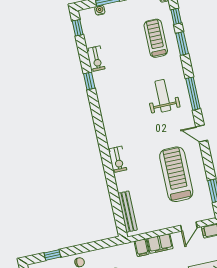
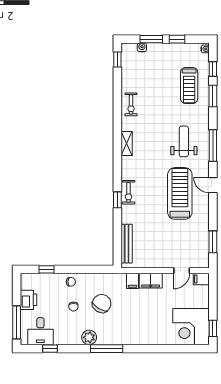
treadmill: (156, 38) -> (189, 85), turned 180
exercise bike: (97, 59) -> (131, 104), moved
window: (89, 81) -> (117, 200), moved
shelving: (105, 111) -> (127, 144), added
treadmill: (176, 174) -> (180, 193), moved

